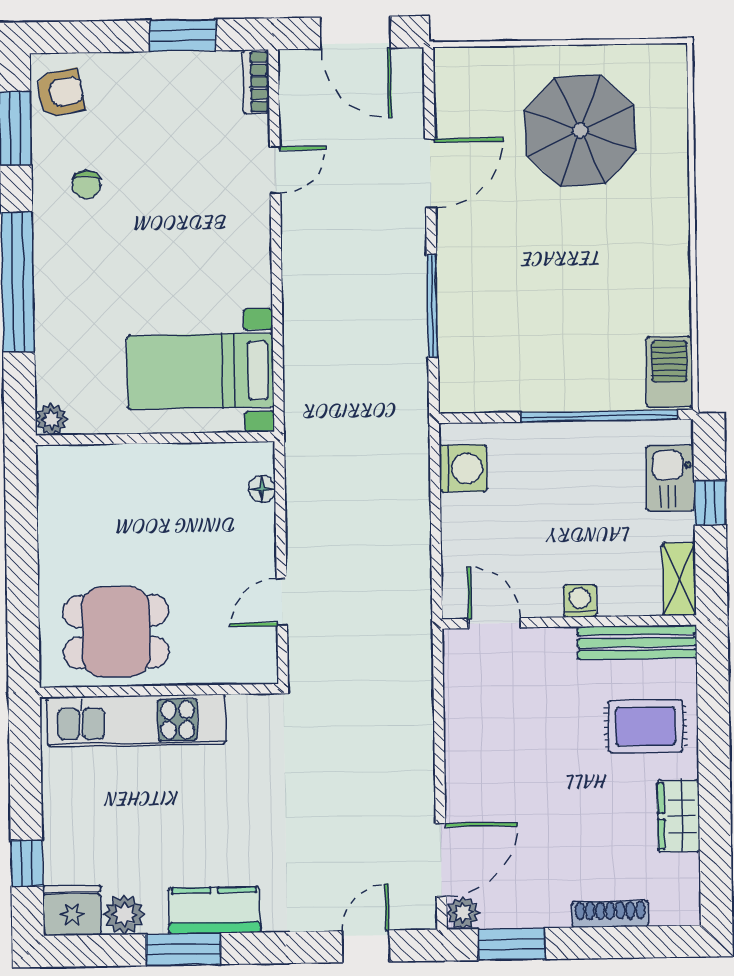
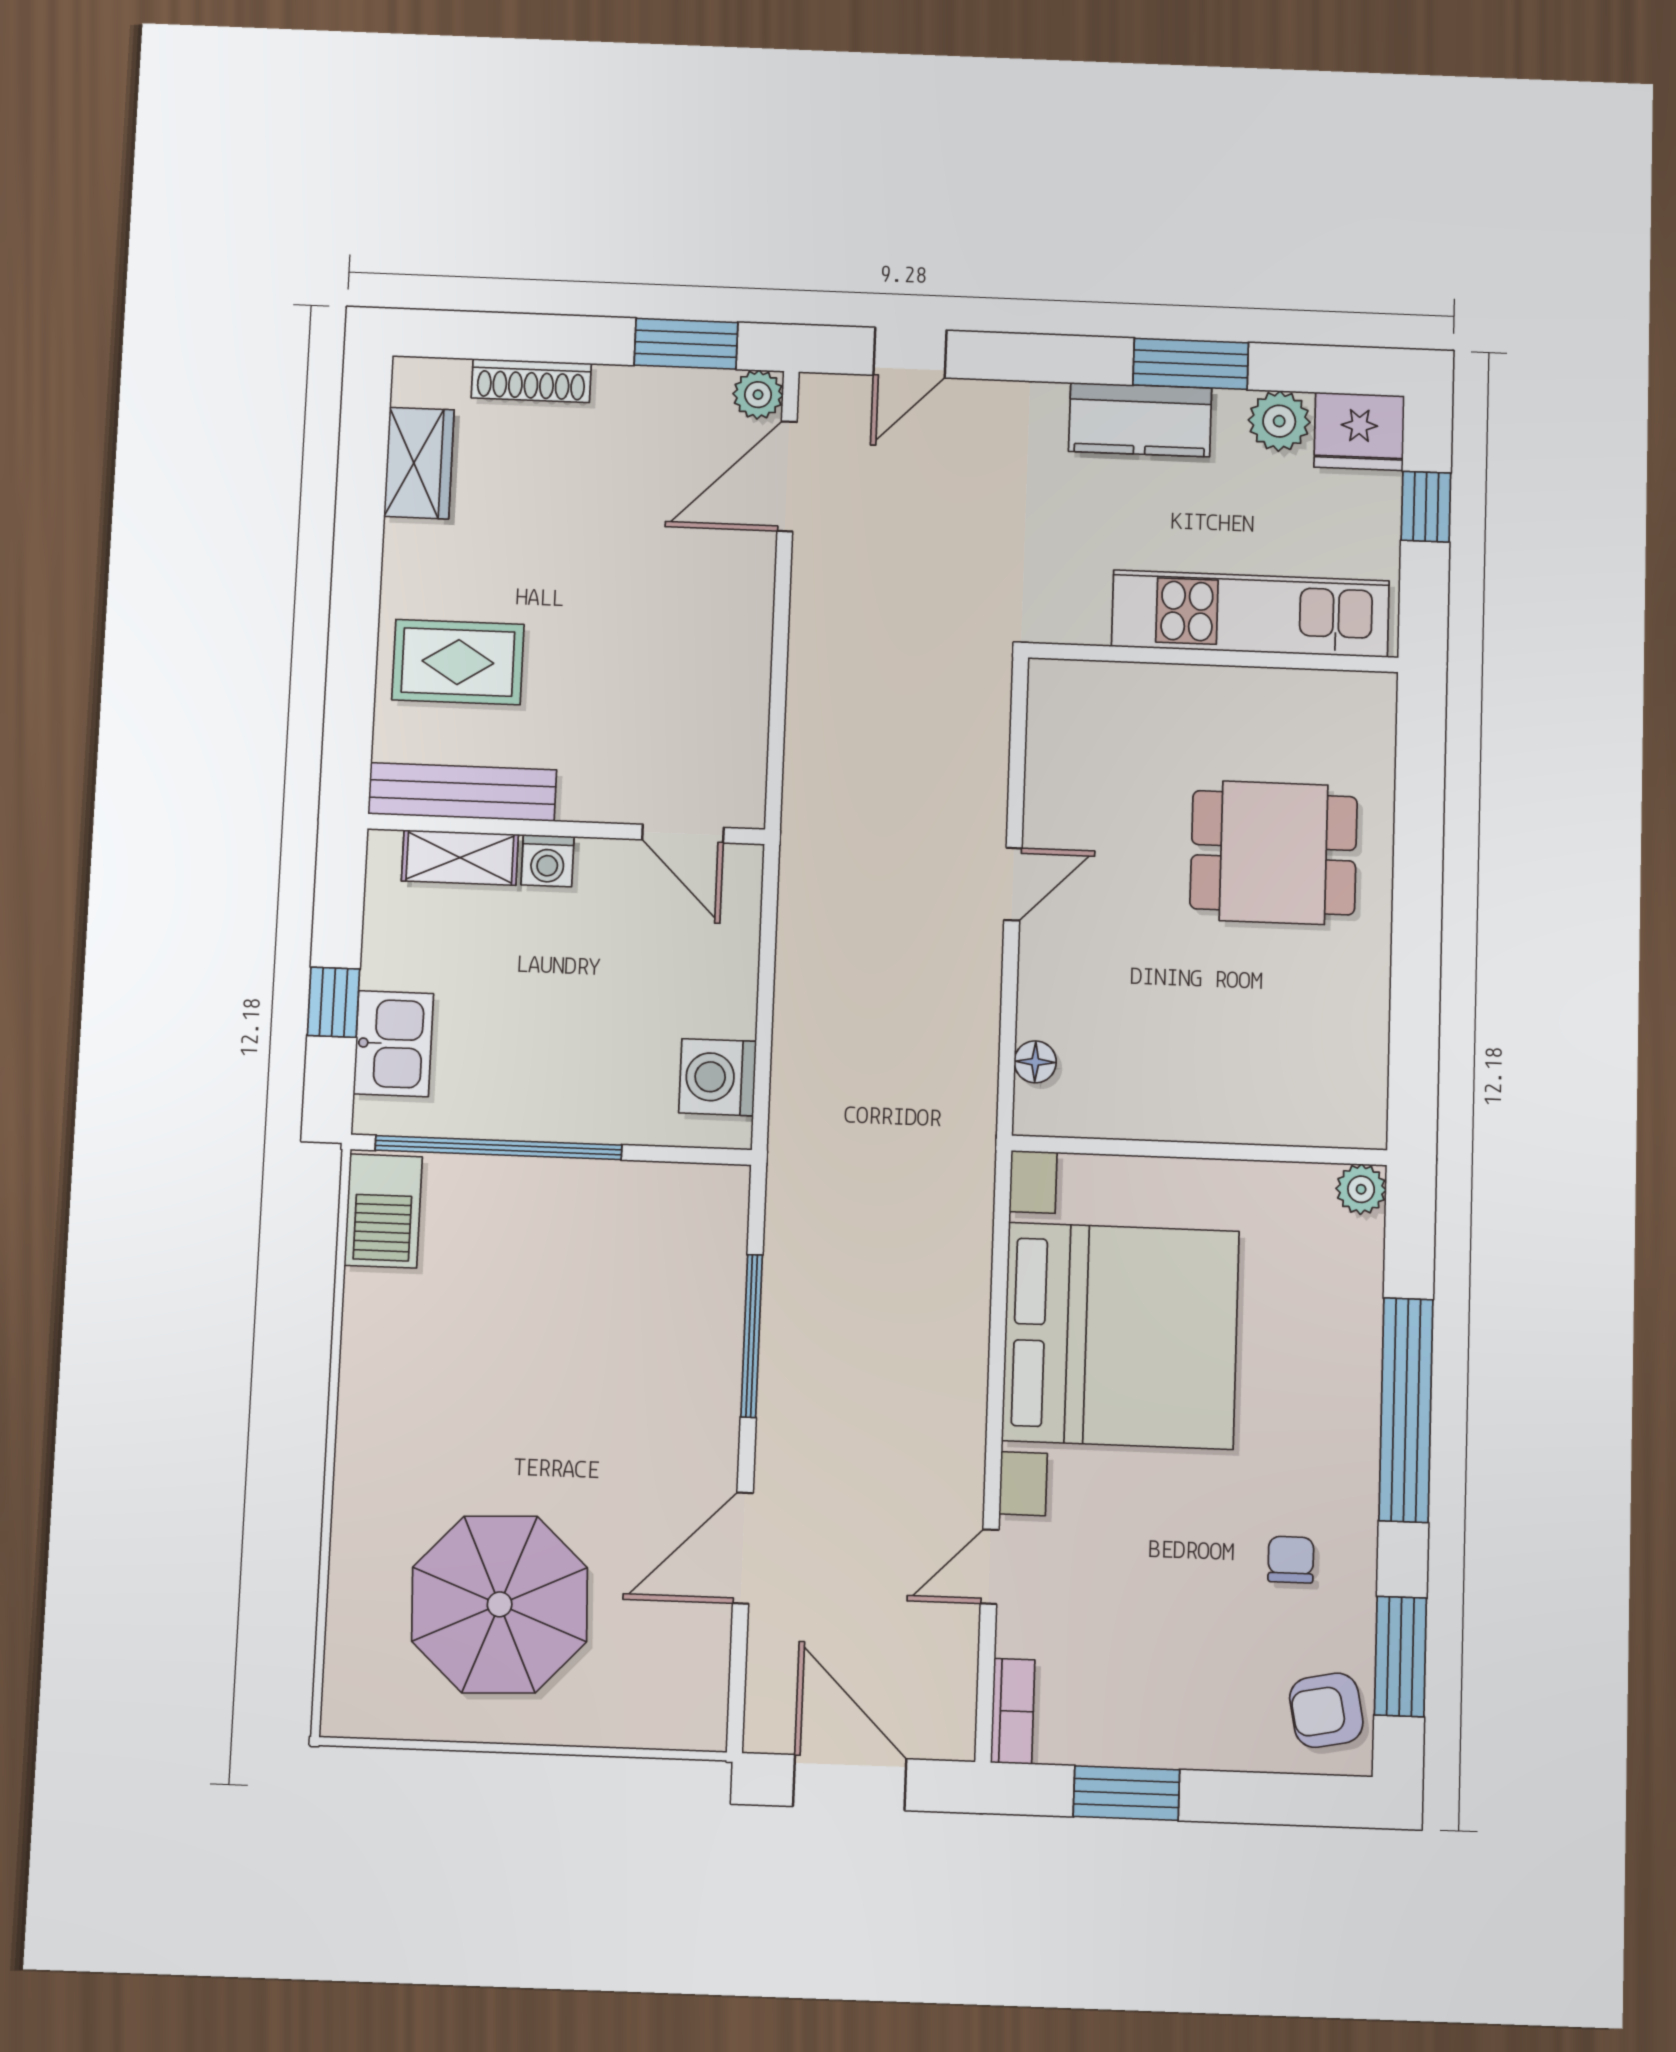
bed with nightstands: (200, 371) -> (1121, 1336), width x1.85
shelving: (679, 579) -> (460, 858), moved, turned 90
wall: (159, 690) -> (1213, 658), moved
kitchen unit: (136, 721) -> (1250, 614), moved
wardrobe: (678, 816) -> (419, 463), moved

